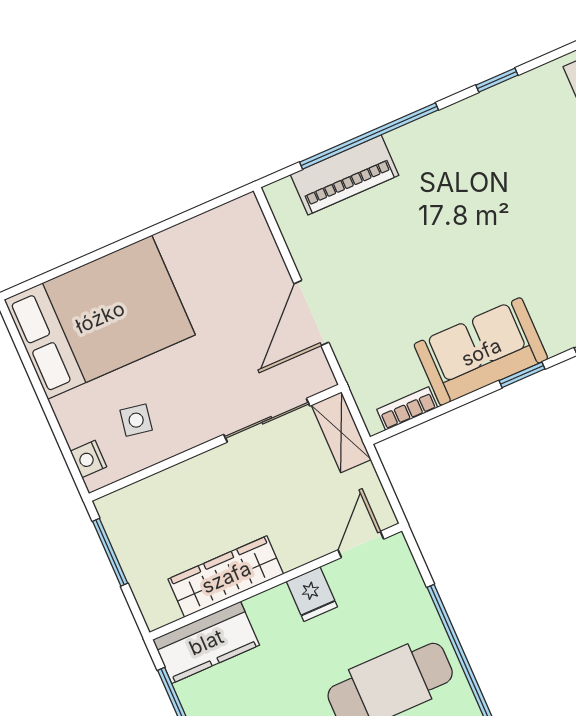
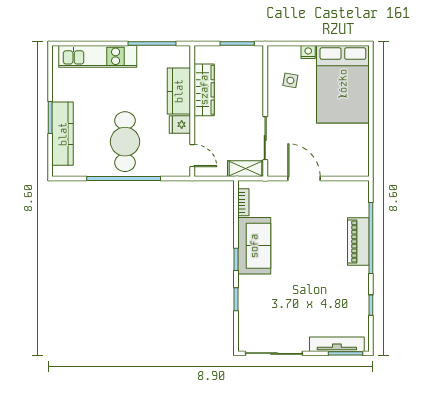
piano: (345, 175) -> (358, 242), moved
nightstand: (88, 459) -> (308, 52), moved
kitchen counter: (206, 642) -> (179, 91), moved

